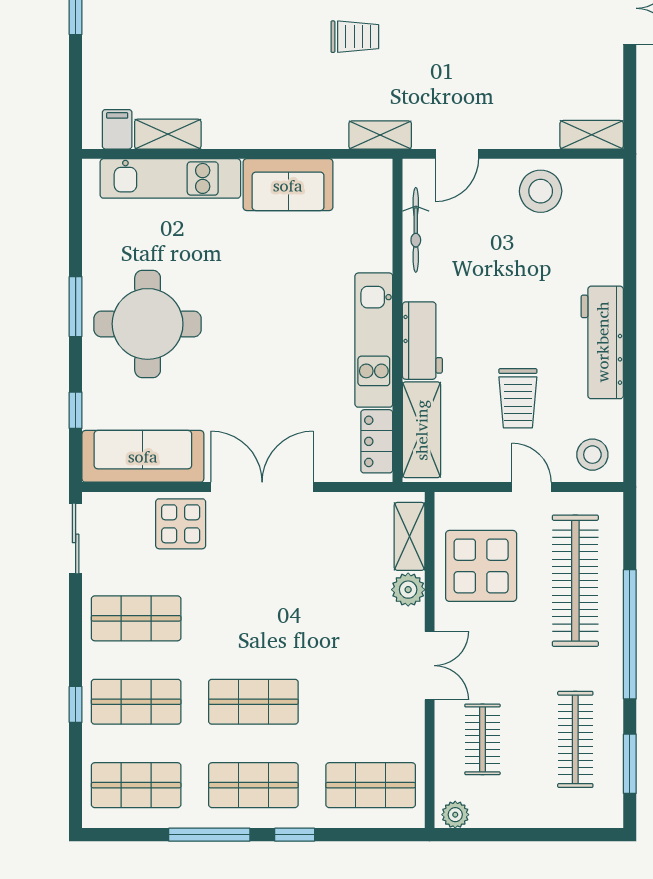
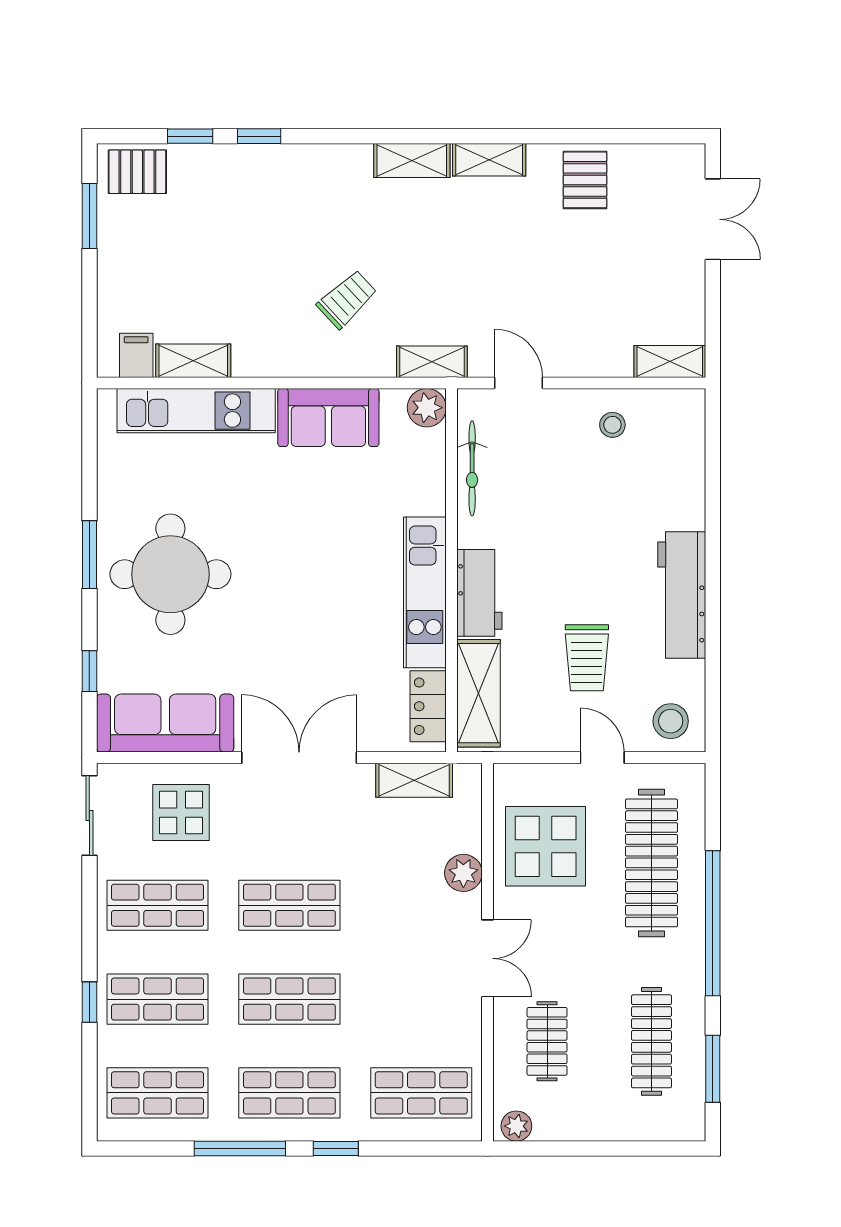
trolley: (355, 37) -> (347, 299), moved, turned -43
door: (457, 154) -> (519, 383), swing flipped
plant: (376, 176) -> (427, 408), added
stool: (541, 191) -> (612, 425), width x0.53, depth x0.53
display table: (181, 524) -> (181, 813), moved
shelving: (409, 536) -> (414, 780), moved, turned 90
shop shelf: (253, 618) -> (289, 905), added

